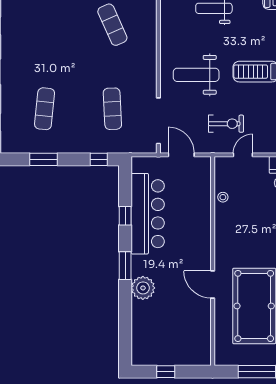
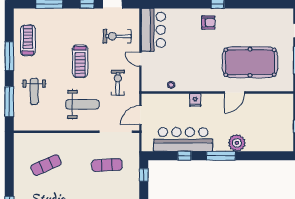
weight bench: (196, 75) -> (82, 104), turned -90
door: (243, 155) -> (140, 59), moved
fridge: (202, 230) -> (195, 100), added
window: (125, 266) -> (221, 156), width x1.44

